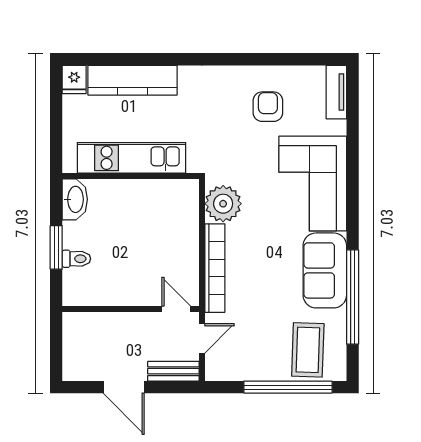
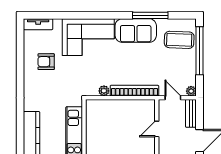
plant: (223, 204) -> (104, 91), width x0.53, depth x0.53
window: (353, 297) -> (150, 15), width x0.68
door: (176, 309) -> (157, 129), moved
plant: (214, 372) -> (191, 91), added

